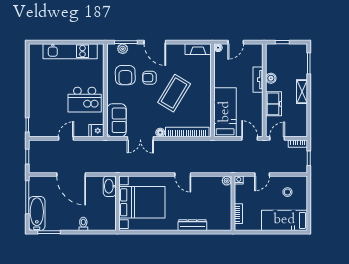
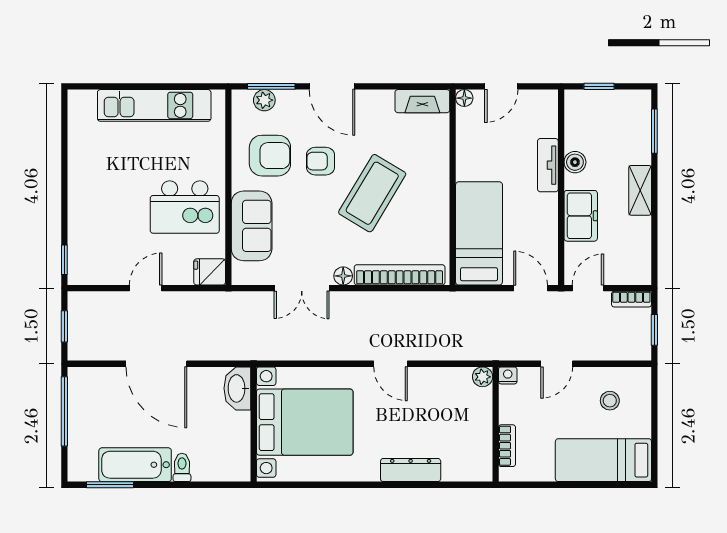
armchair: (125, 75) -> (270, 156), turned -89
sofa: (117, 120) -> (252, 226), moved
bathtub: (37, 214) -> (135, 465), moved, turned -90

